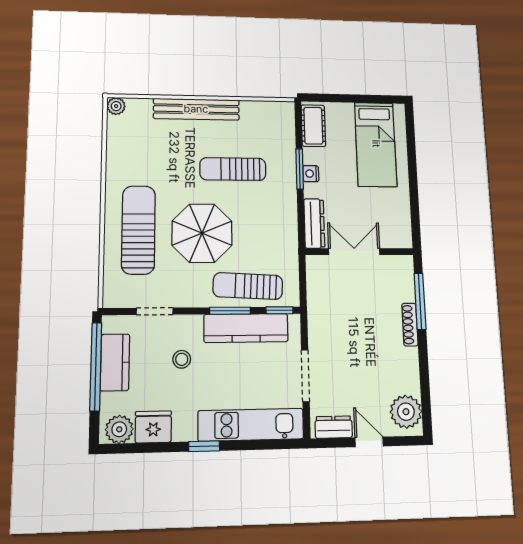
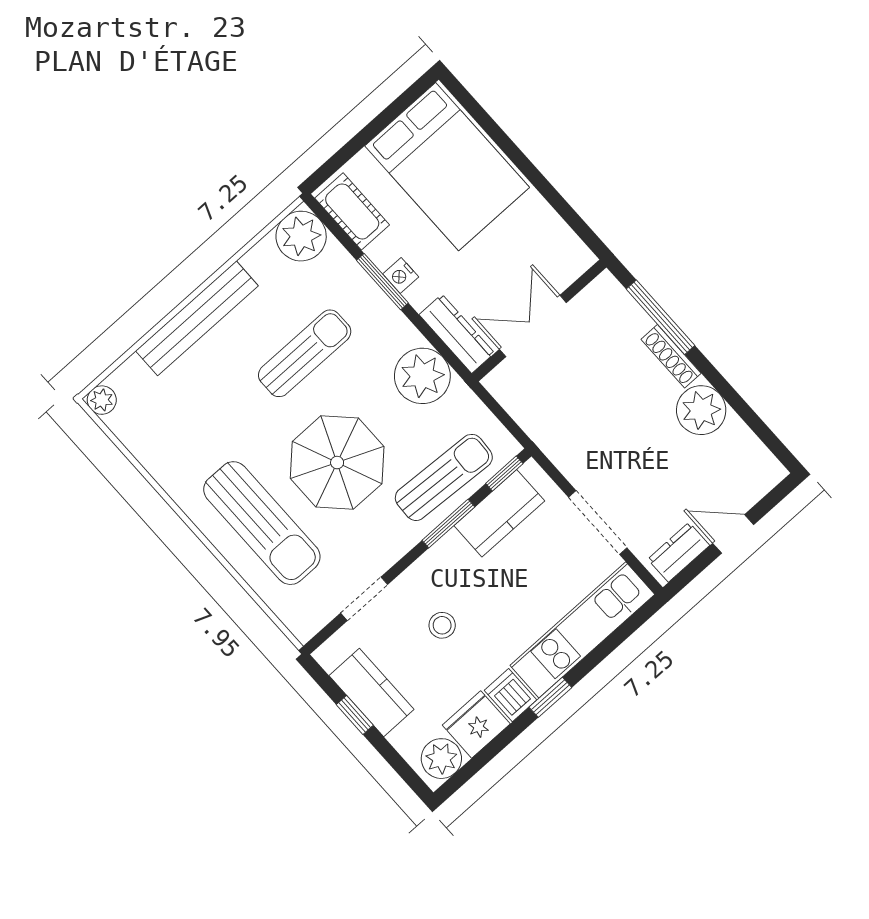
plant: (279, 116) -> (301, 236), added
bed: (376, 144) -> (447, 167), width x1.50
sun lounger: (233, 169) -> (305, 353), turned 180
plant: (280, 229) -> (422, 376), added
sun lounger: (138, 230) -> (262, 523), turned 180
sun lounger: (248, 286) -> (444, 477), turned 180
kitchen counter: (246, 328) -> (499, 513), width x0.67
window: (96, 366) -> (355, 715), width x0.32
plant: (406, 412) -> (701, 410), moved
dishwasher: (185, 427) -> (511, 695), added

